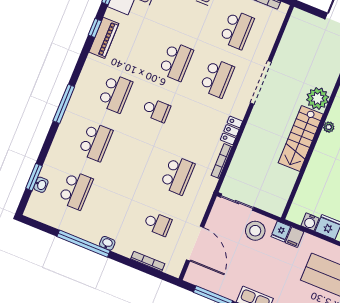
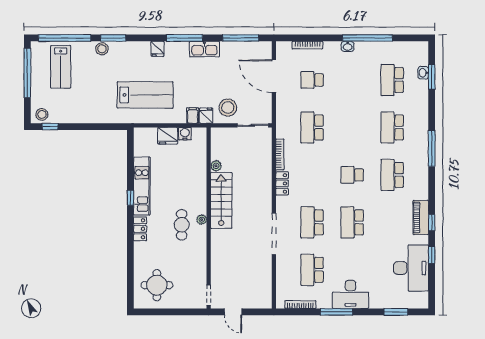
plant: (318, 98) -> (216, 166), moved, width x0.53, depth x0.53

